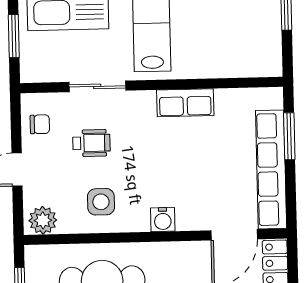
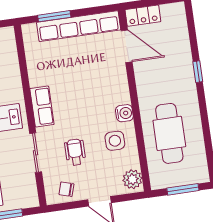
row of seats: (185, 103) -> (42, 107), moved
chair: (40, 124) -> (66, 189), turned -73
water cooler: (163, 220) -> (124, 113), moved

